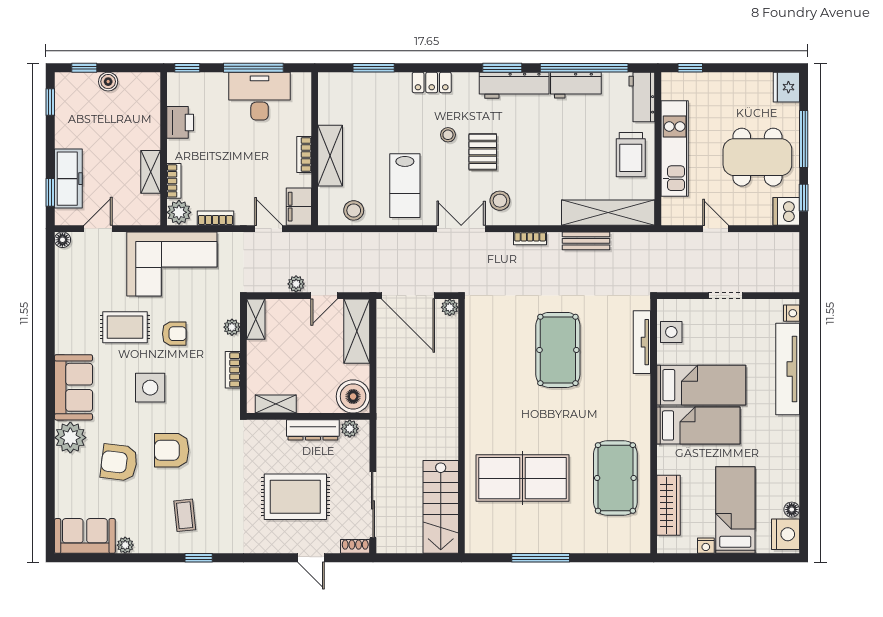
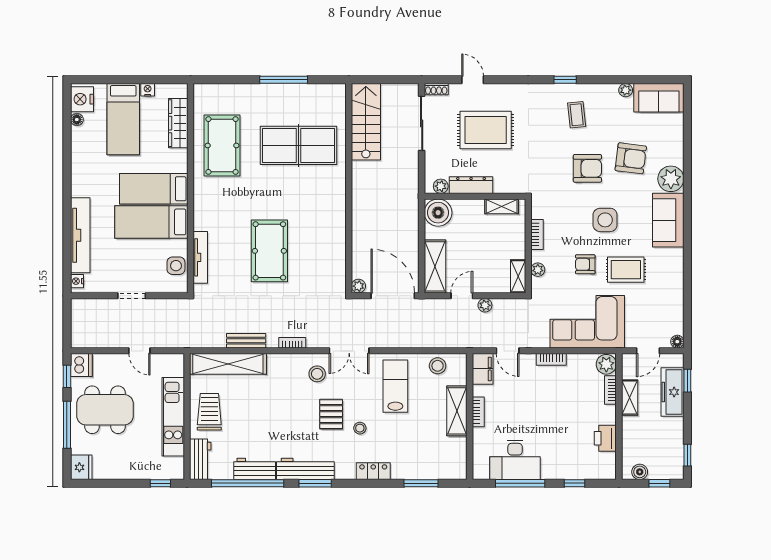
printer: (180, 122) -> (605, 438), moved
wall: (164, 149) -> (619, 417), moved
shelving: (151, 172) -> (630, 398), moved
bookcase: (174, 181) -> (610, 390), moved
plant: (179, 212) -> (606, 364), moved

